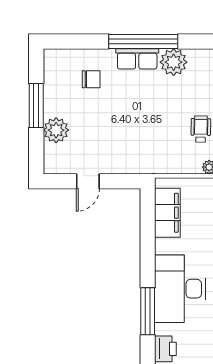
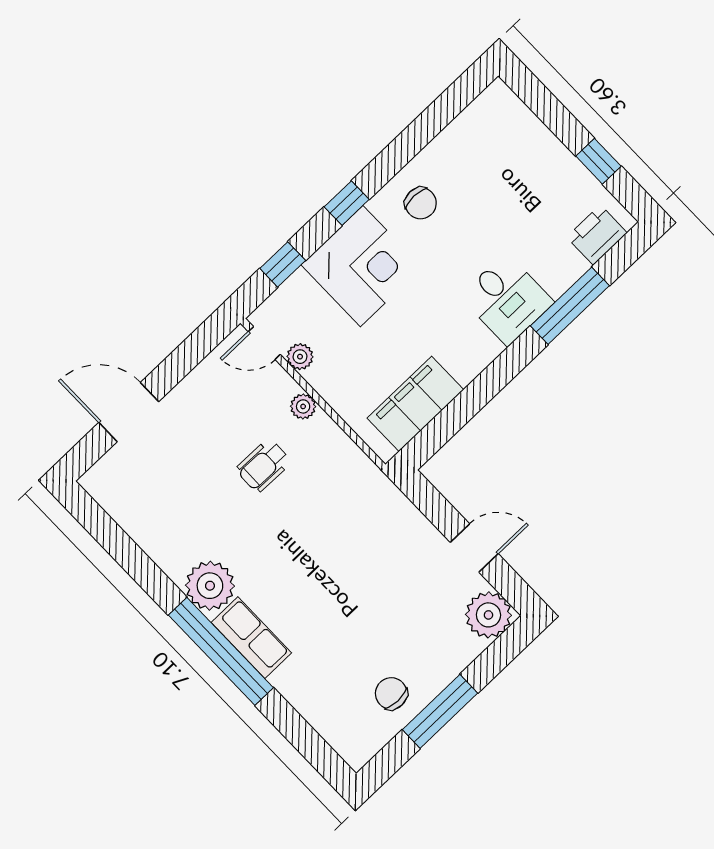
chair: (91, 79) -> (391, 694), moved
plant: (56, 130) -> (488, 615), moved
desk: (180, 289) -> (507, 299), width x0.53, depth x0.77

